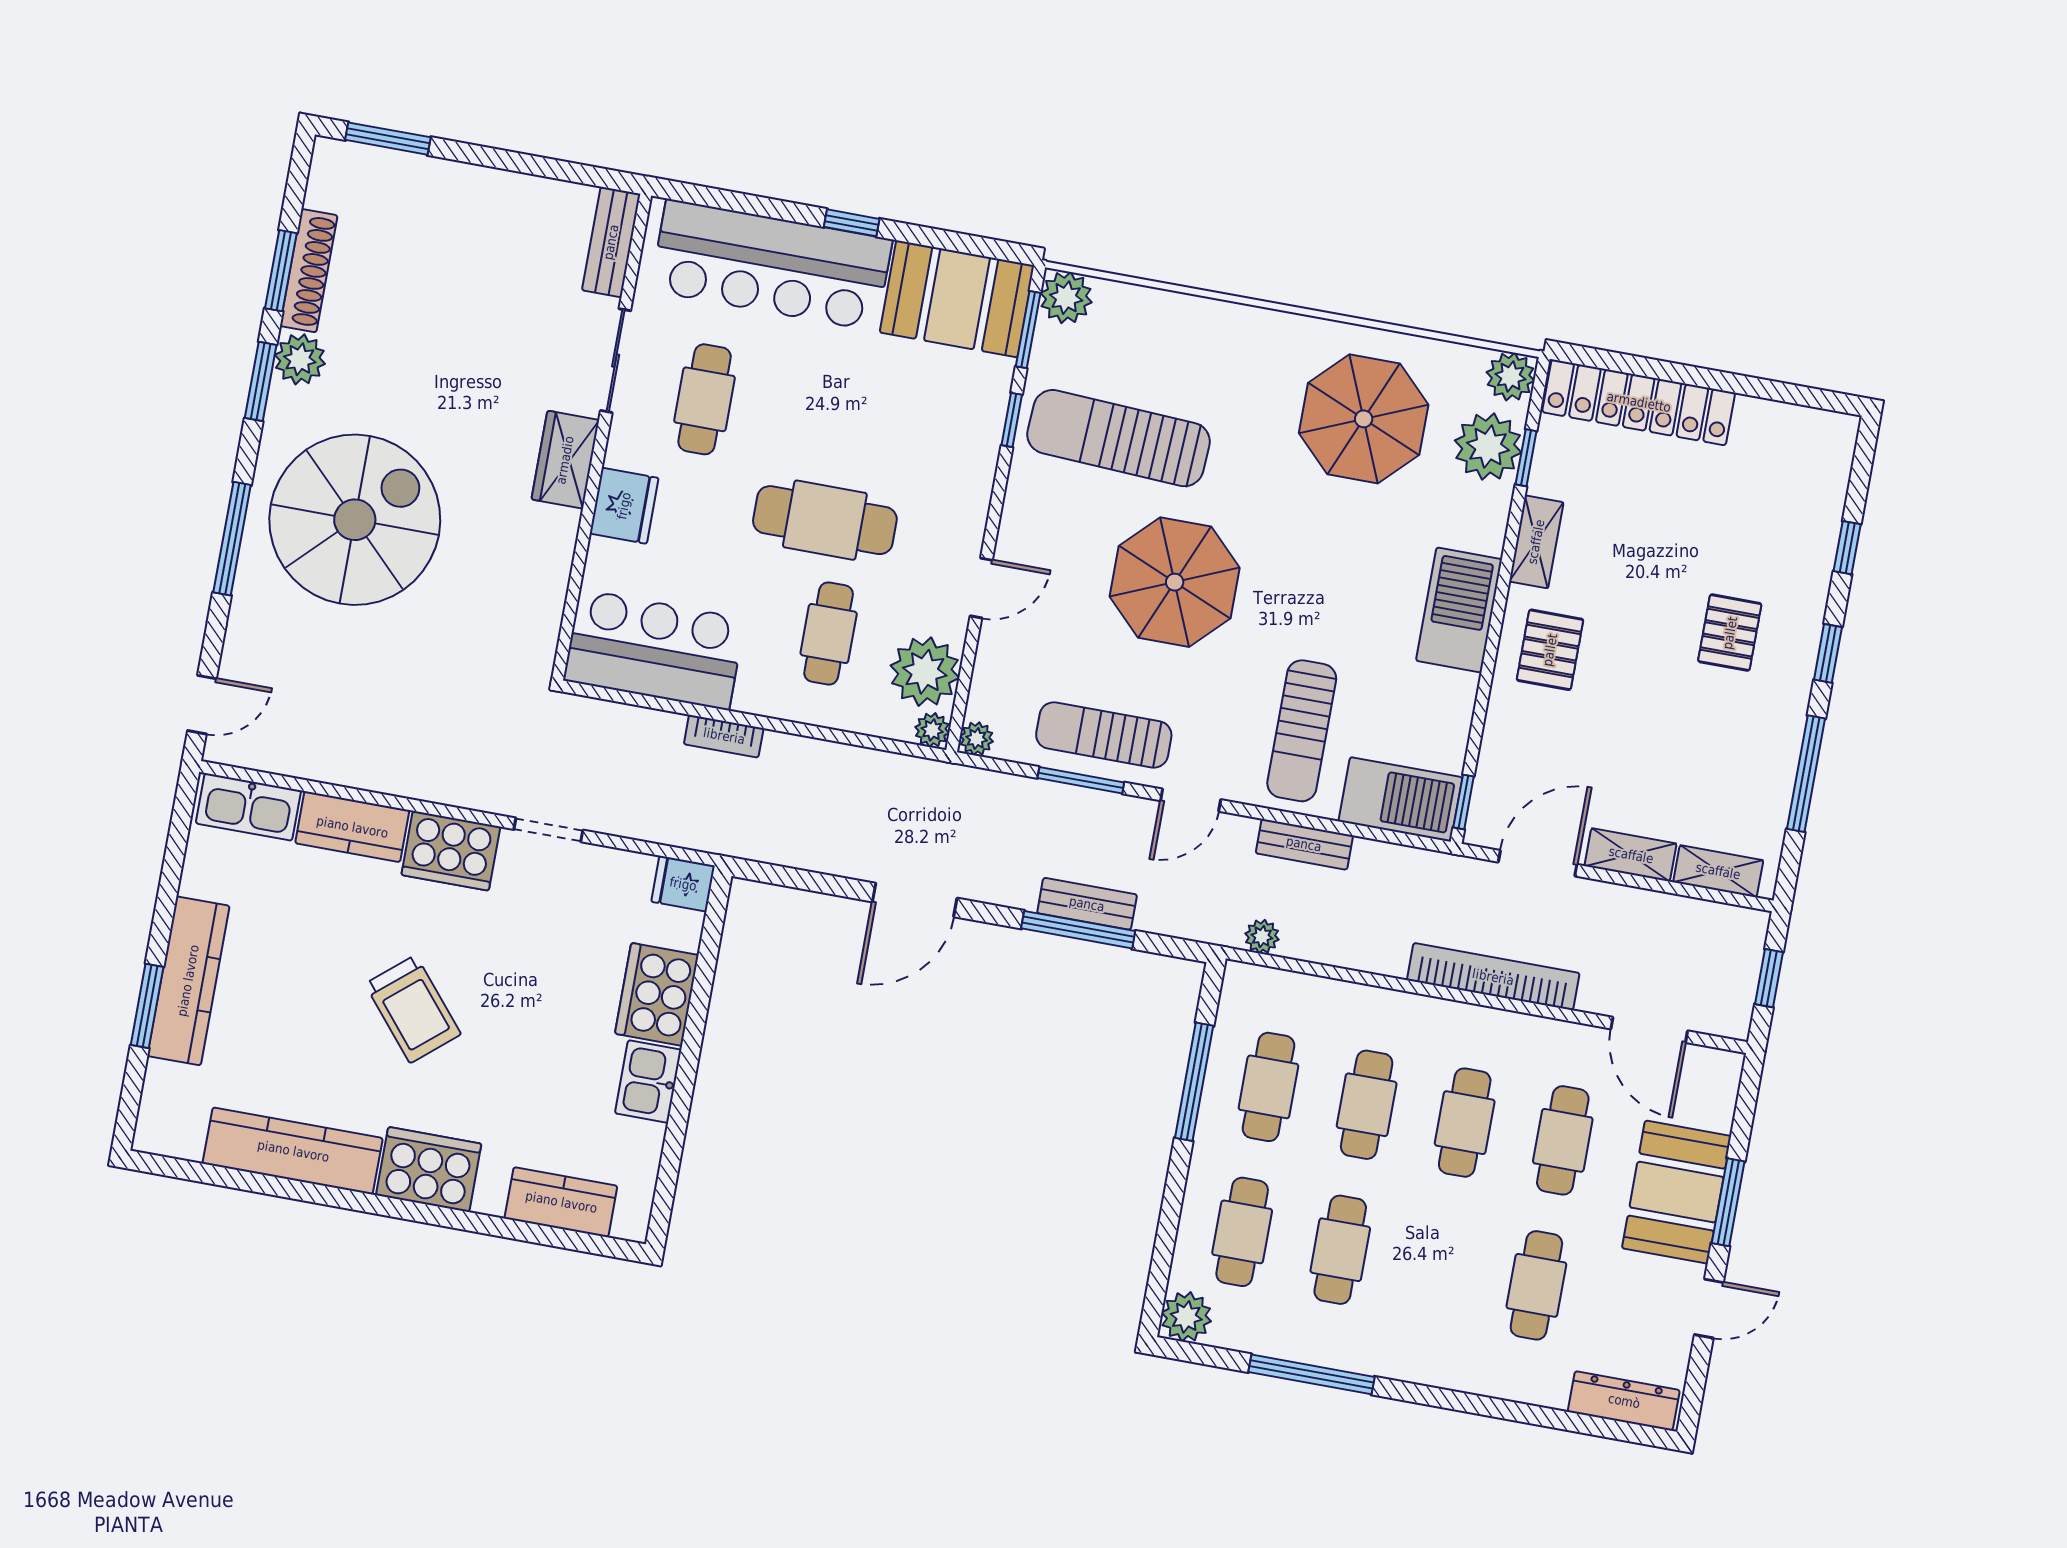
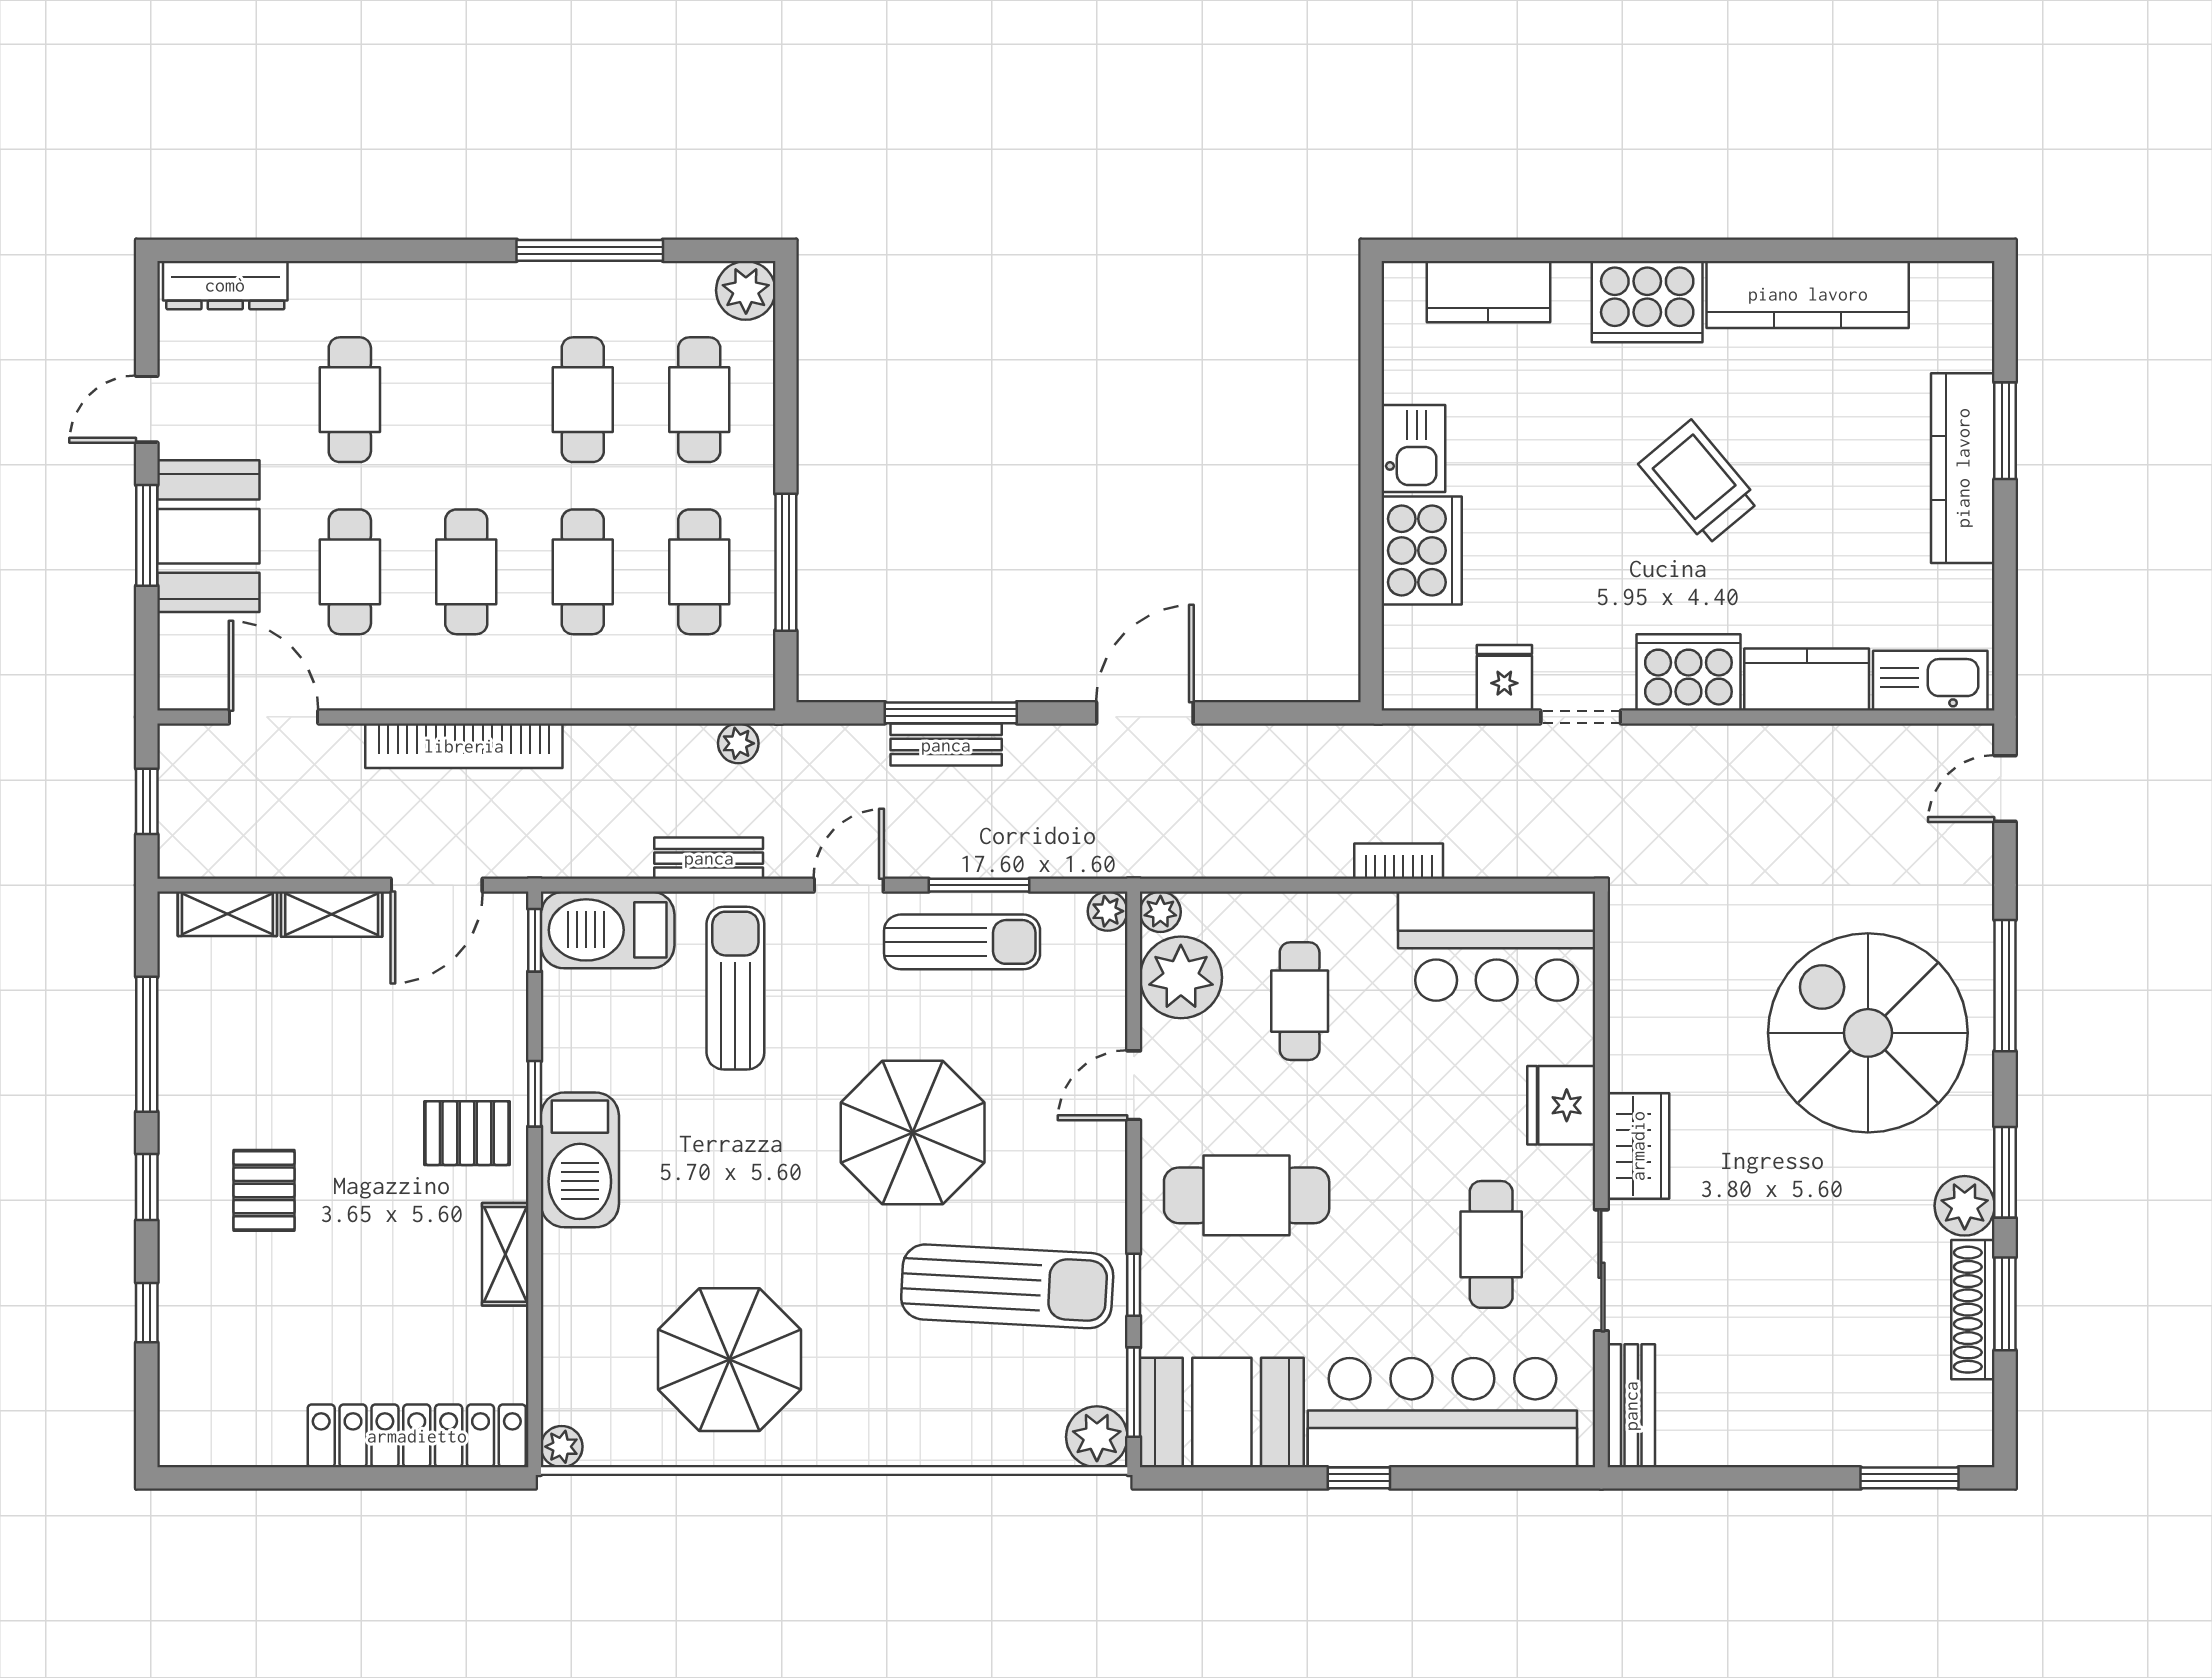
plant: (1511, 377) -> (562, 1447), width x0.73, depth x0.73
plant: (1488, 447) -> (581, 1354), removed
window: (1526, 458) -> (535, 1094), moved
spiral stairs: (355, 520) -> (1868, 1033), turned 90
cafe table: (825, 520) -> (1247, 1195), moved
pallet: (1550, 650) -> (467, 1133), turned 90
fridge: (683, 884) -> (1504, 678), moved, turned -90

